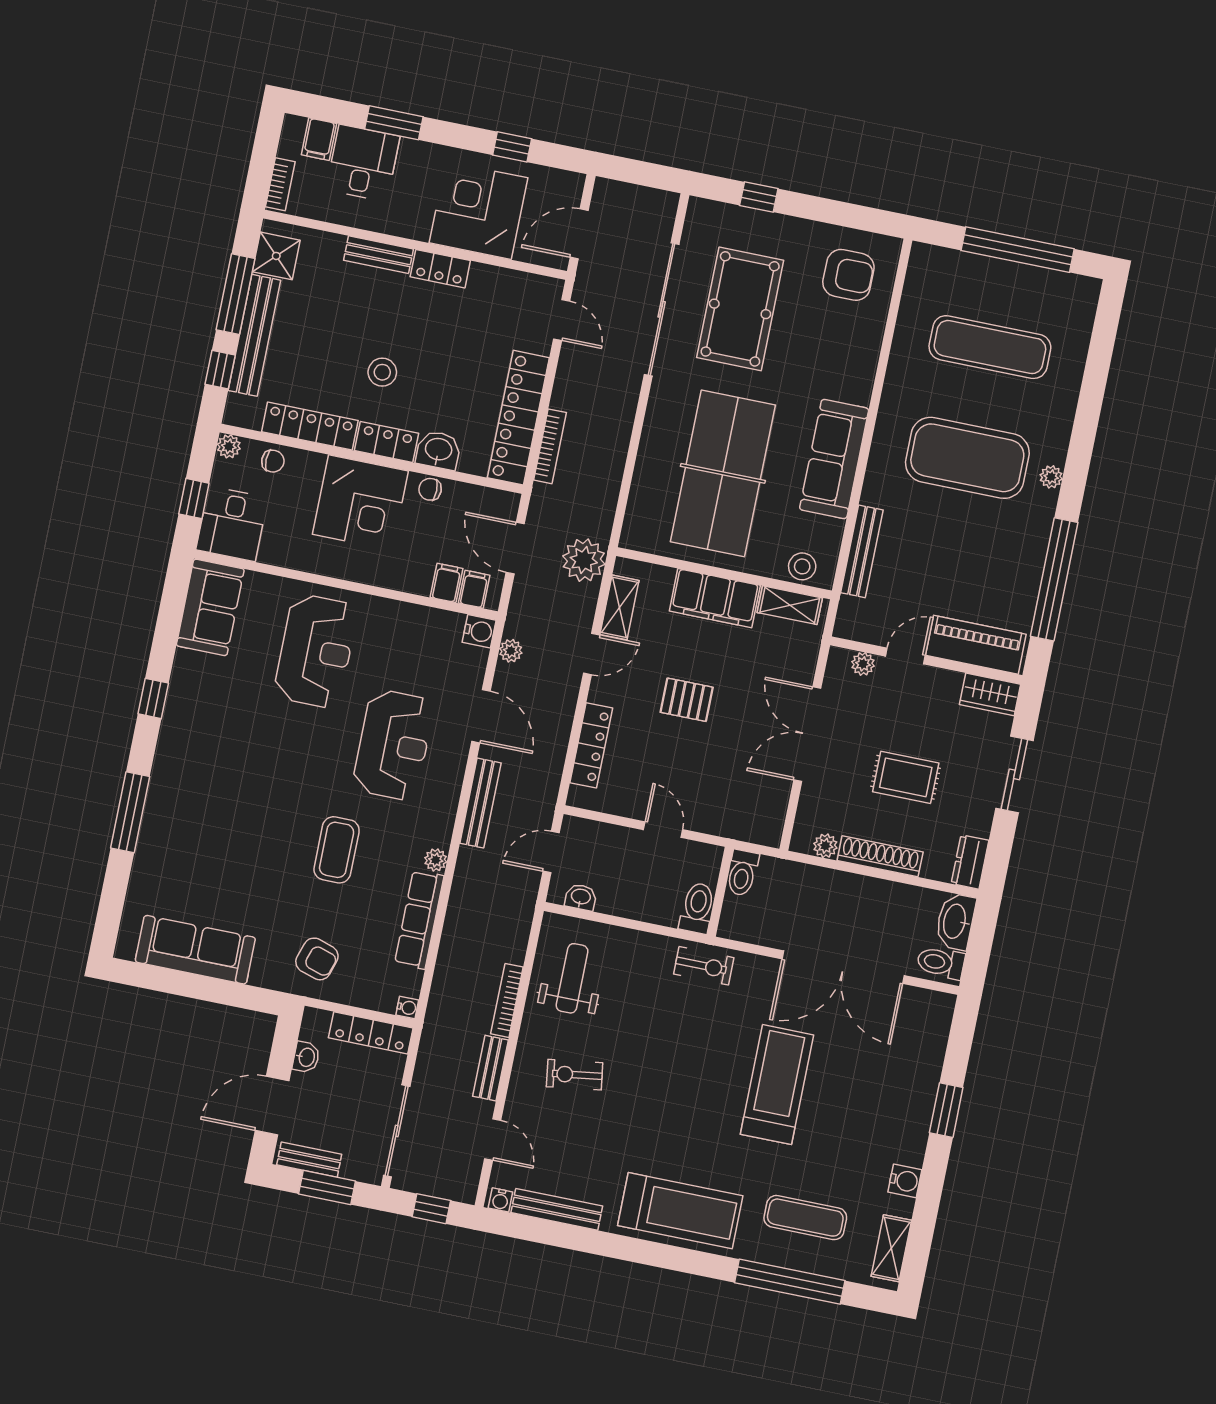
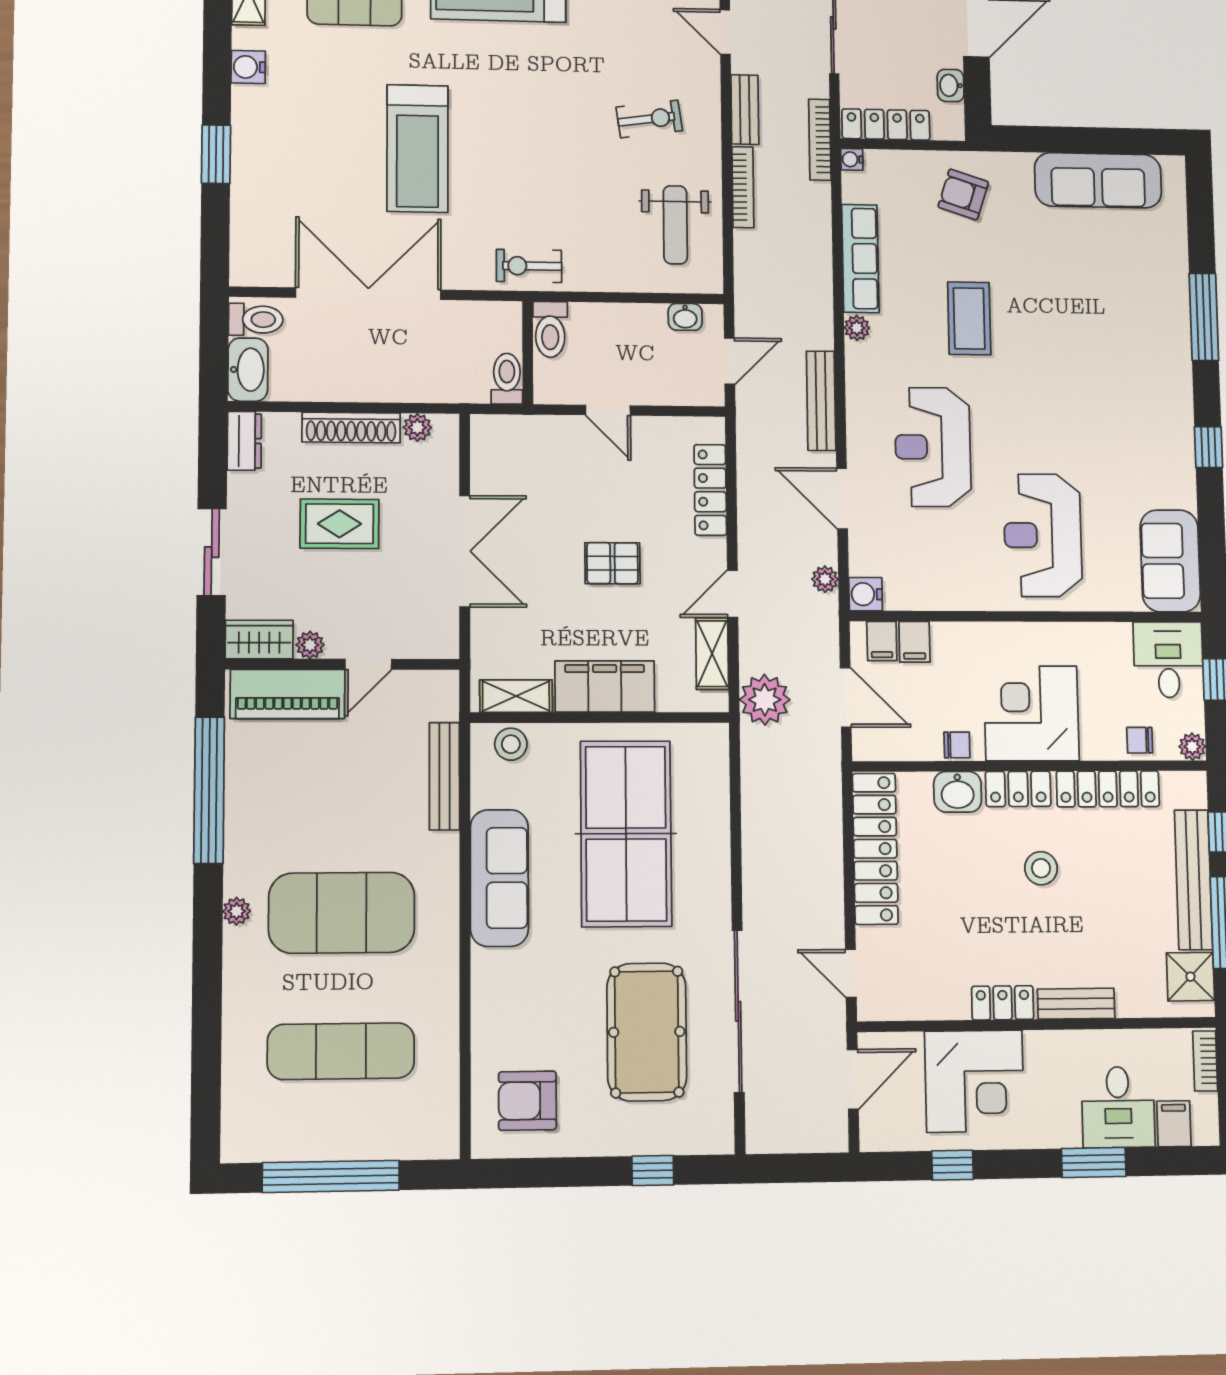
bookcase: (550, 446) -> (820, 140), moved
plant: (863, 664) -> (310, 645), moved

